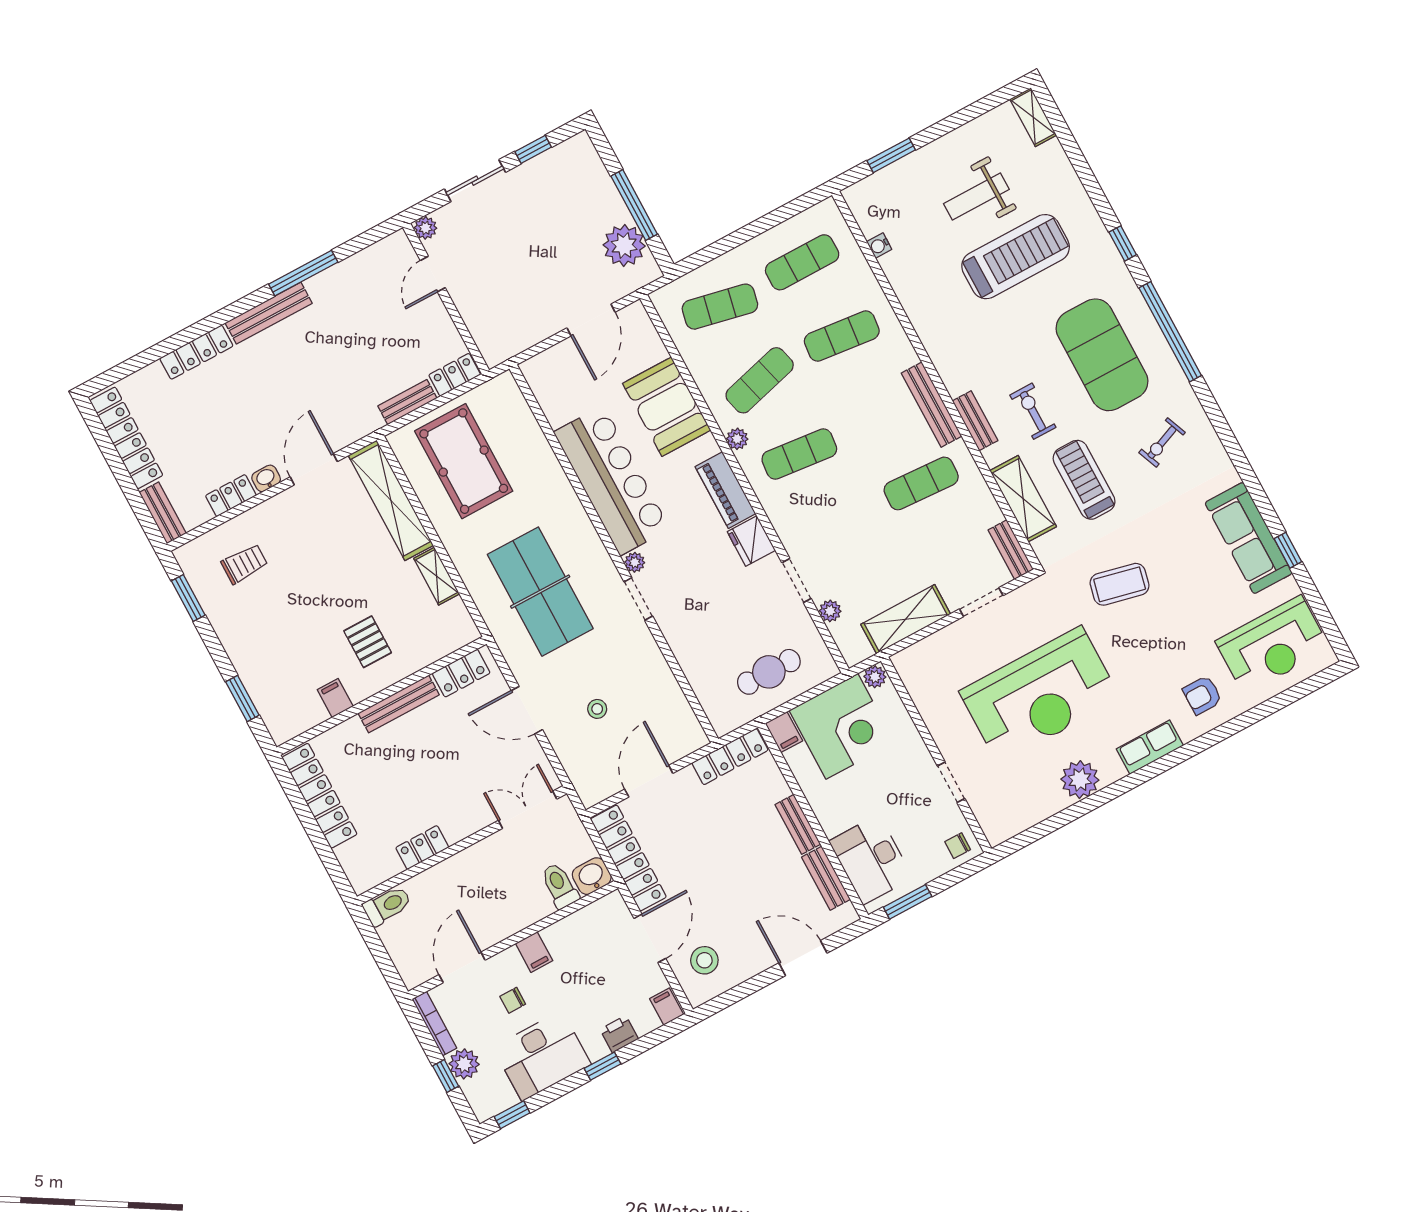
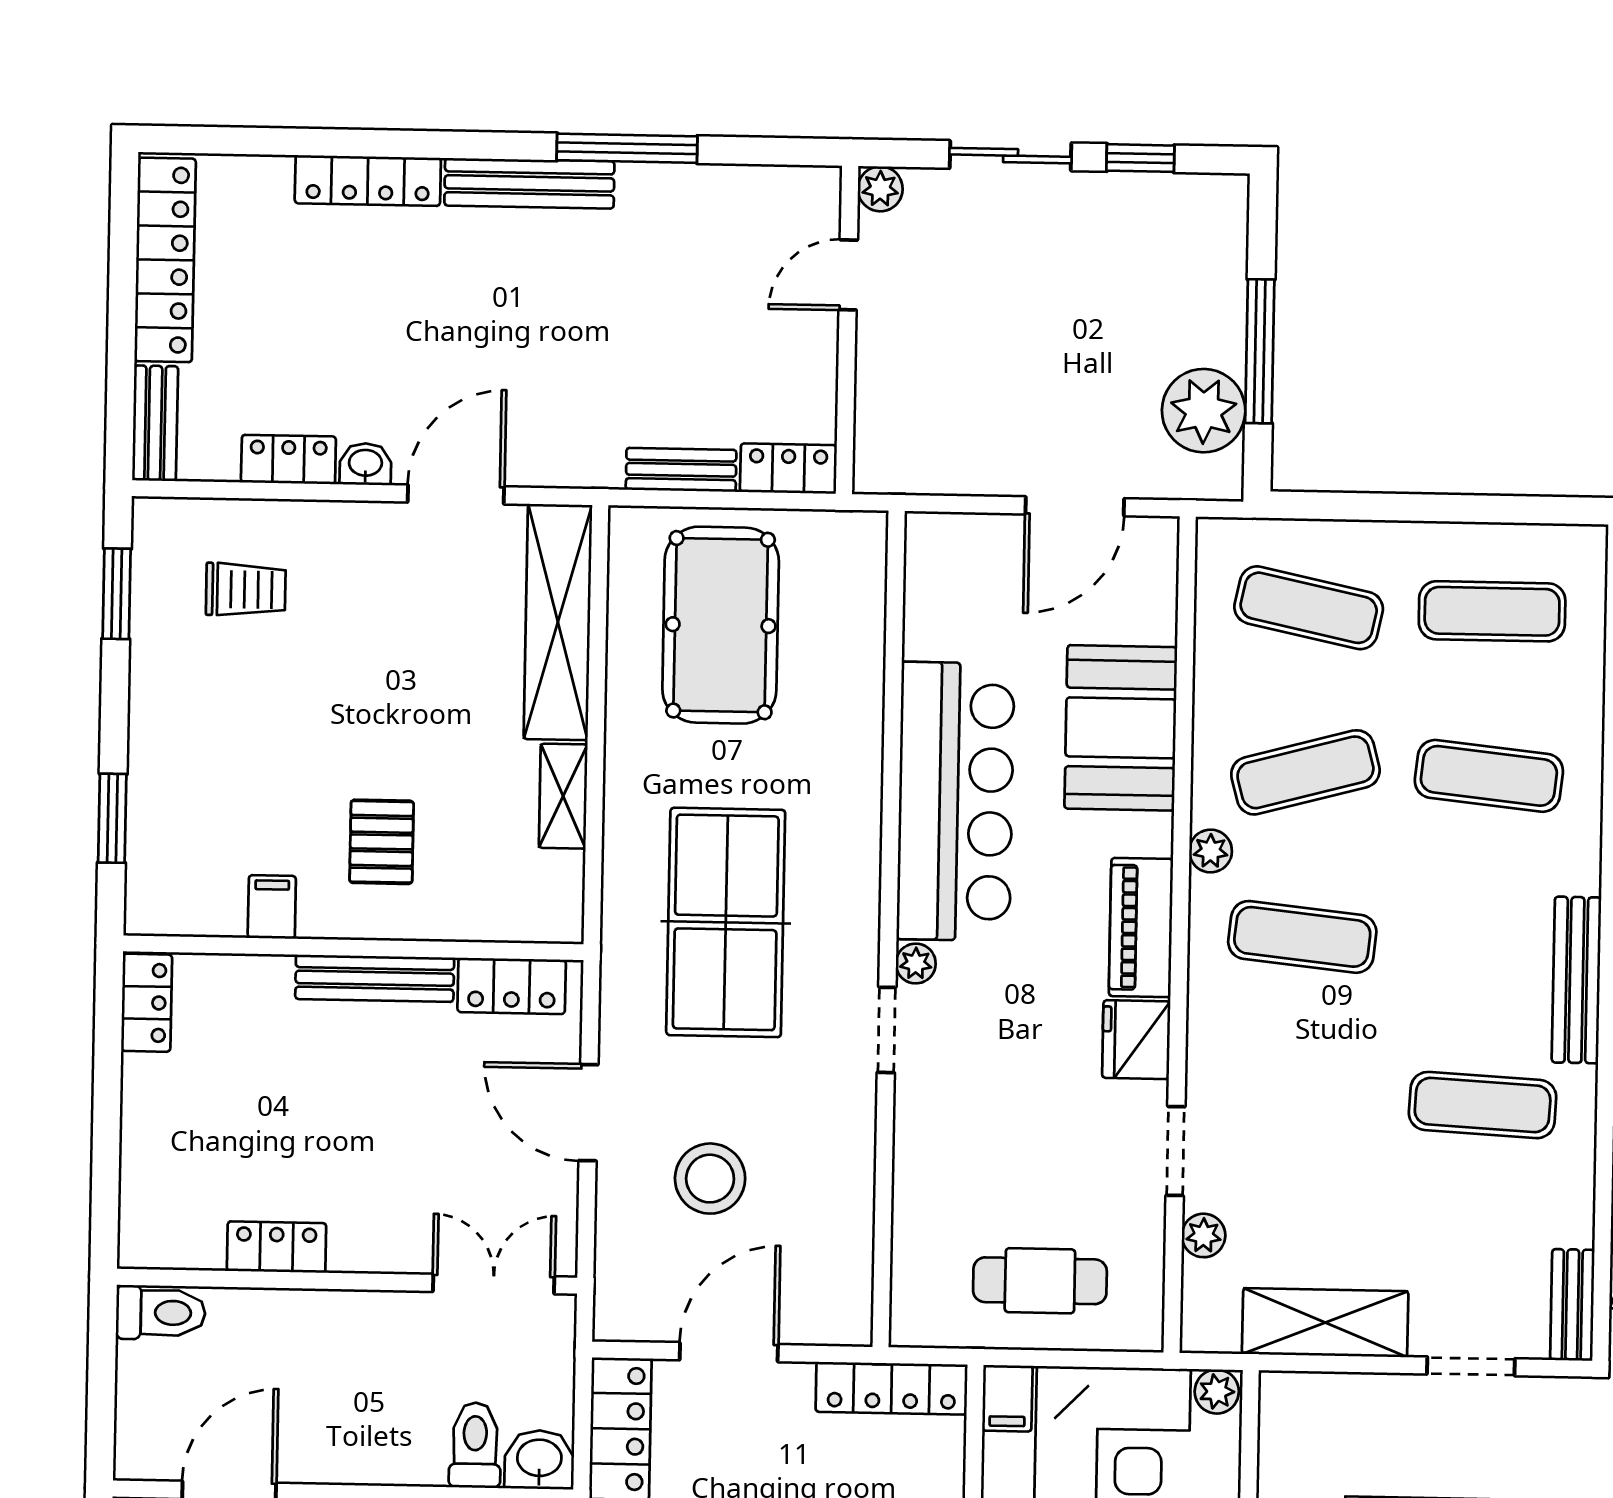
stool: (597, 709) -> (710, 1179), width x1.89, depth x1.89
locker: (319, 796) -> (147, 1003), width x0.46, depth x0.83

